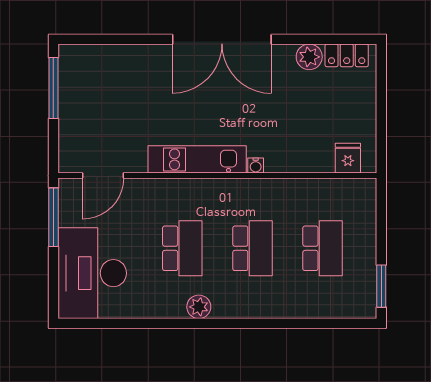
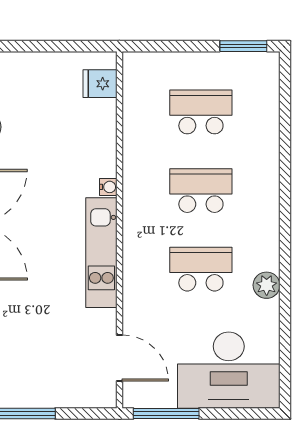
plant: (199, 307) -> (267, 285), moved

